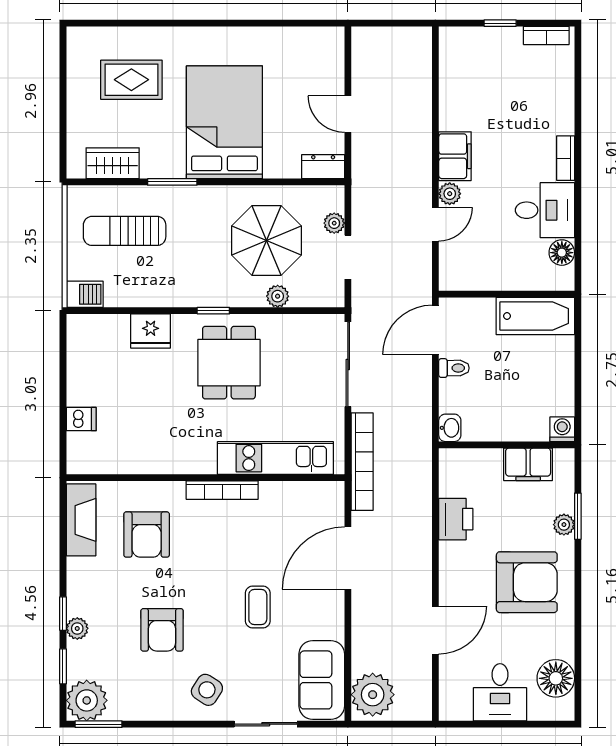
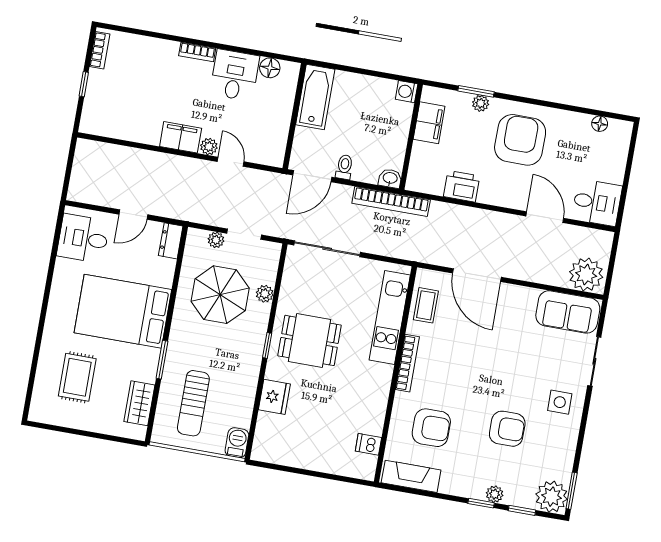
desk: (307, 56) -> (83, 238), added
door: (435, 330) -> (312, 176), hinge flipped
dishwasher: (81, 419) -> (368, 444), moved, turned -90
bookcase: (362, 462) -> (391, 201), moved, turned 180
coffee table: (258, 607) -> (426, 305), moved, turned 90
floor lamp: (556, 678) -> (600, 124), width x0.53, depth x0.53
side table: (207, 690) -> (560, 402), turned -33
desk: (500, 692) -> (597, 203), moved

